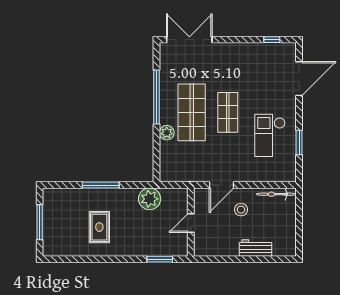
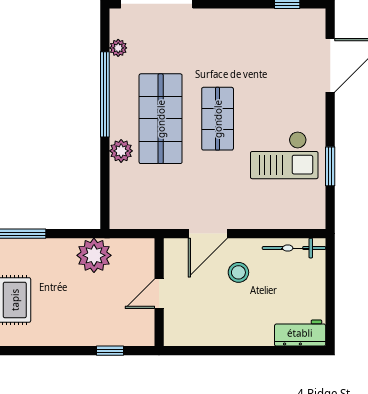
plant: (165, 67) -> (118, 48), added
checkout: (270, 135) -> (284, 155), turned -90
workbench: (256, 248) -> (300, 333), moved
window: (160, 259) -> (110, 351), width x0.67

